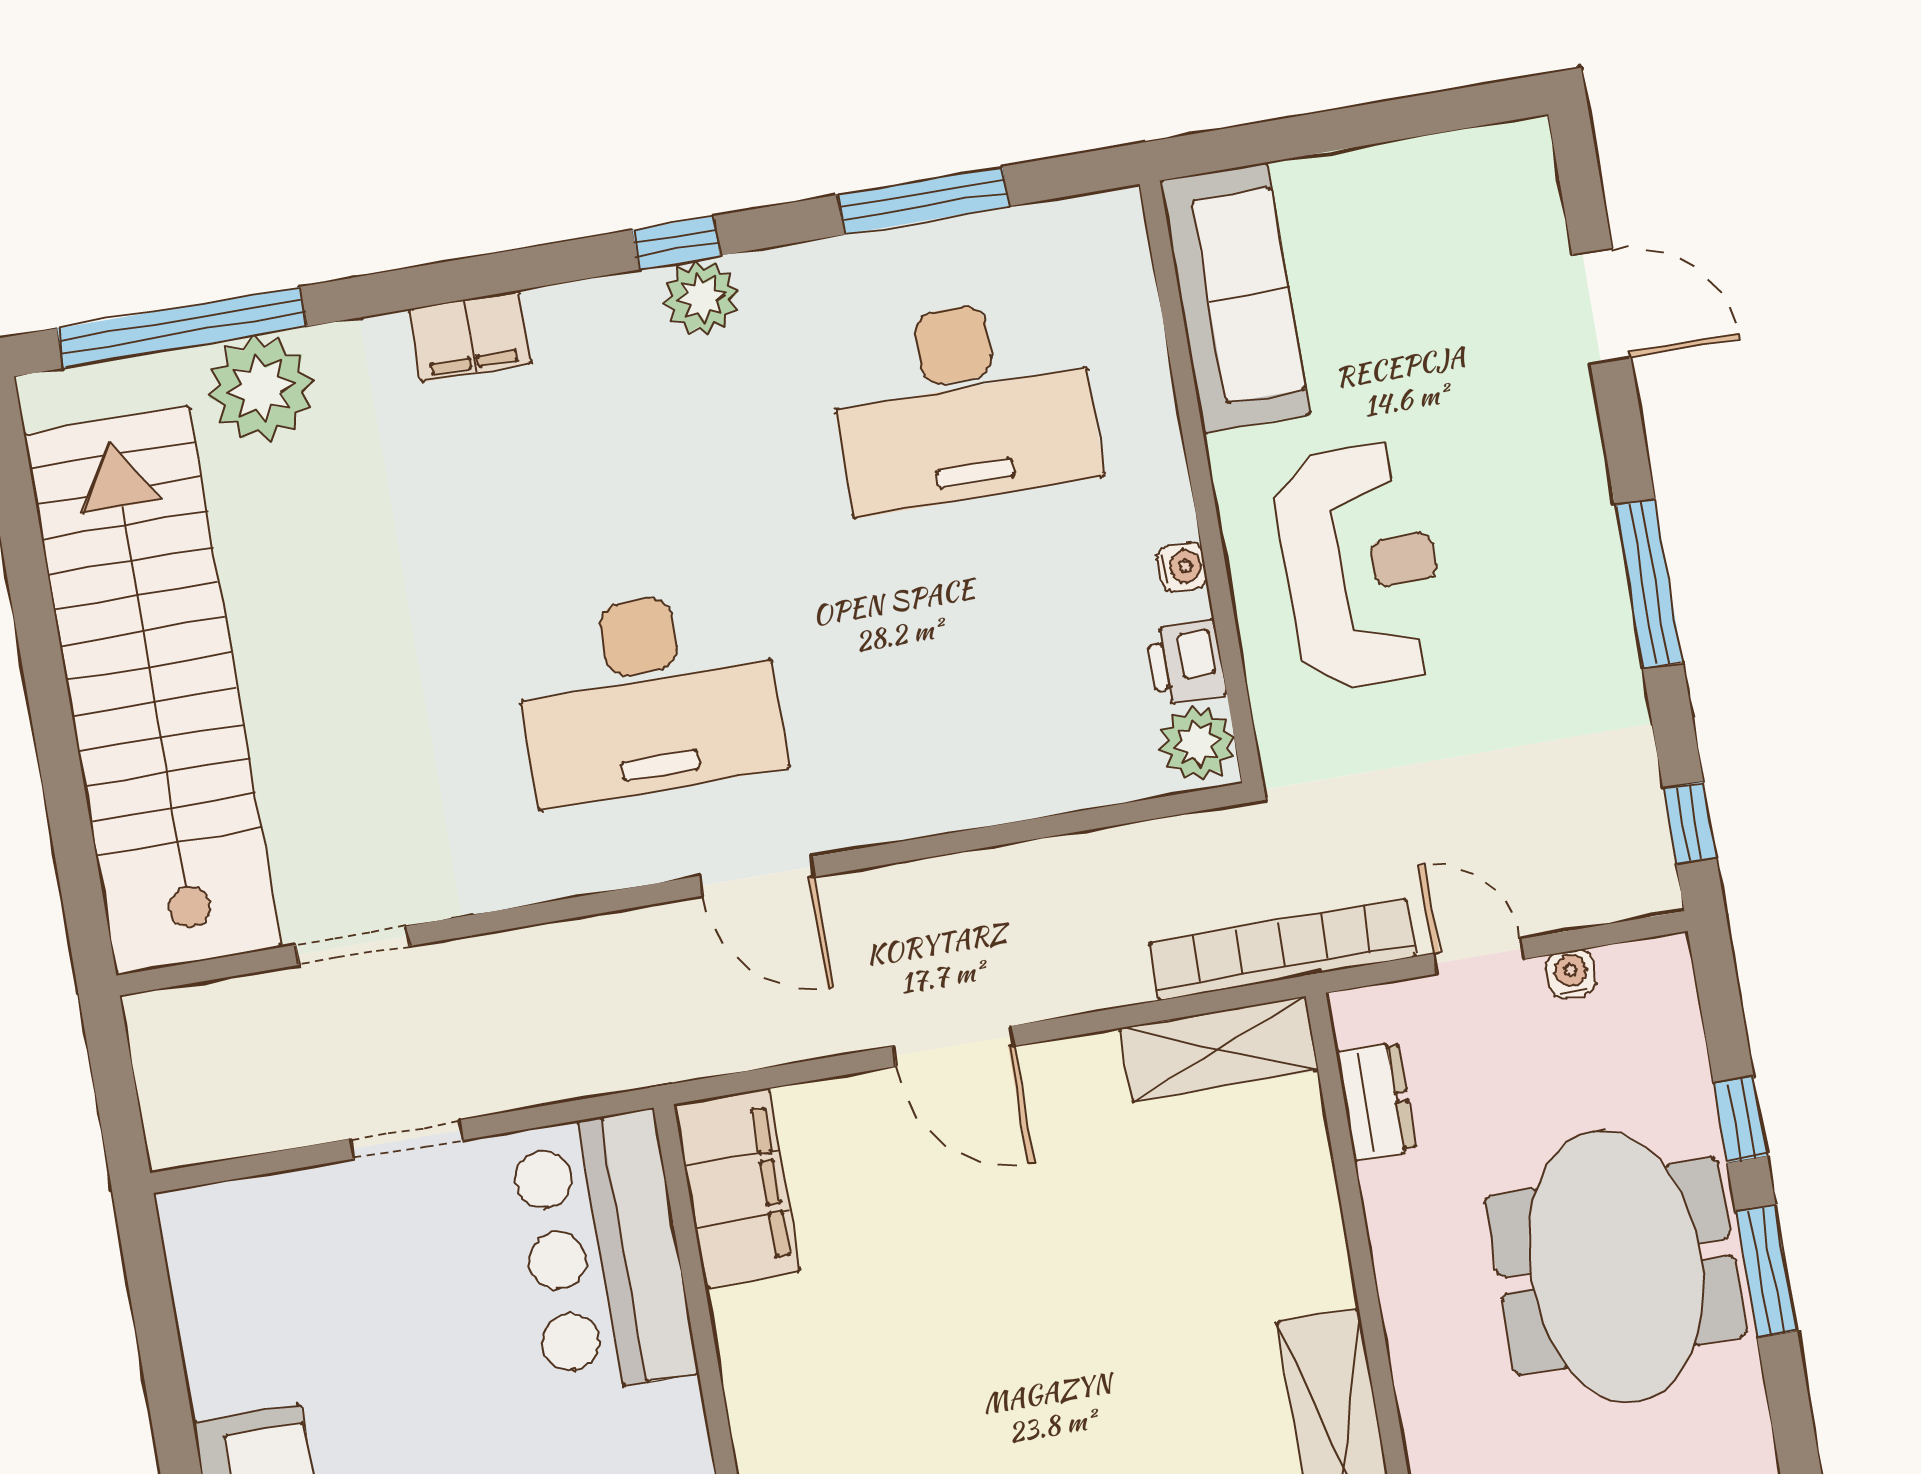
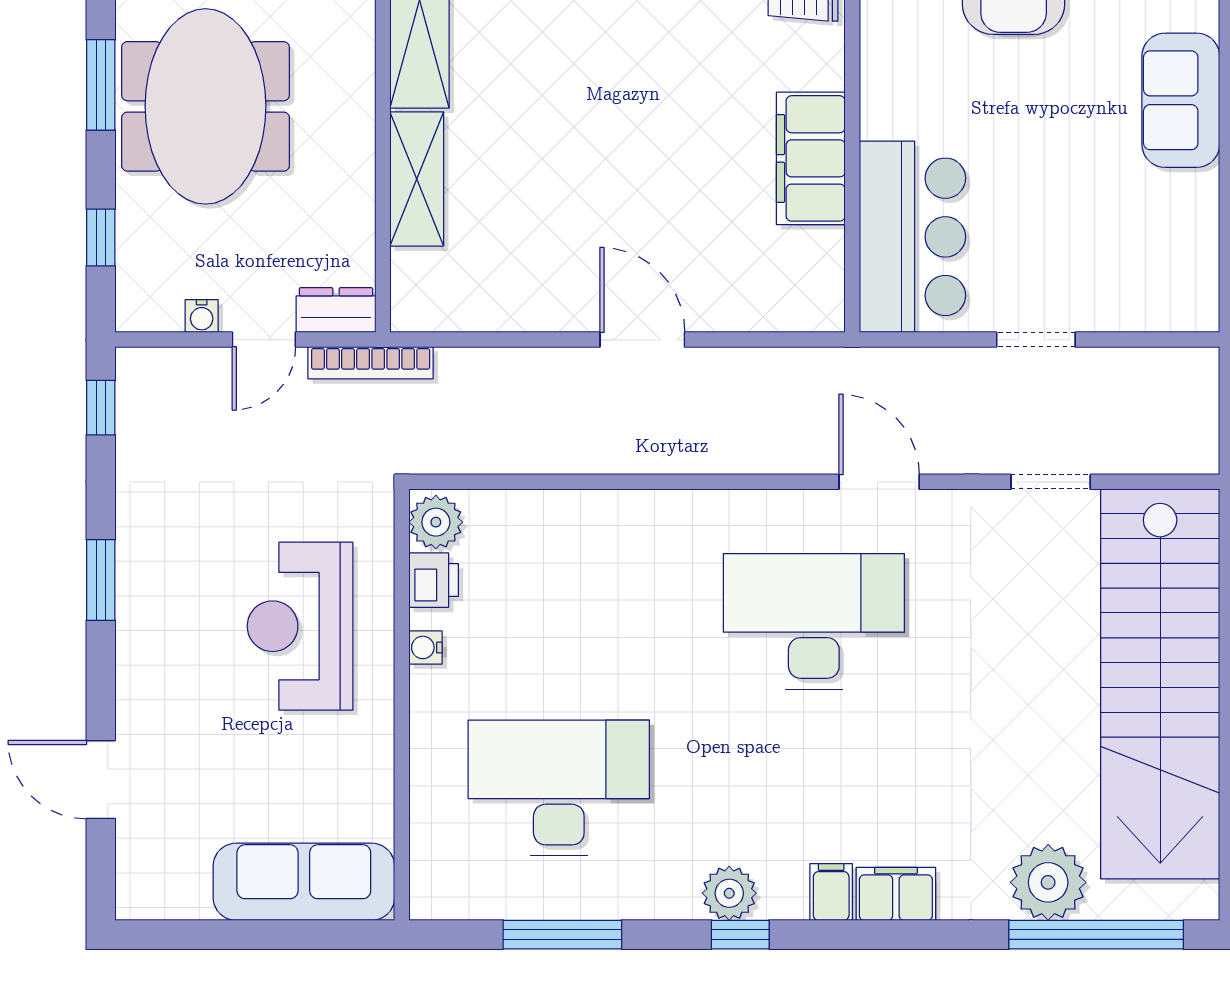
sofa: (1235, 298) -> (304, 882), moved, turned 90
filing cabinet: (560, 324) -> (831, 892), added
window: (1649, 583) -> (101, 580), width x0.69
door: (757, 876) -> (879, 482), moved
bookcase: (1283, 950) -> (371, 363), width x0.68, depth x0.76
door: (1479, 956) -> (264, 340), hinge flipped
shelving: (1219, 1049) -> (417, 179), moved, turned 90
dresser: (1376, 1101) -> (336, 310), moved, turned 90
window: (1740, 1120) -> (101, 237), moved
filing cabinet: (737, 1188) -> (811, 158), moved

